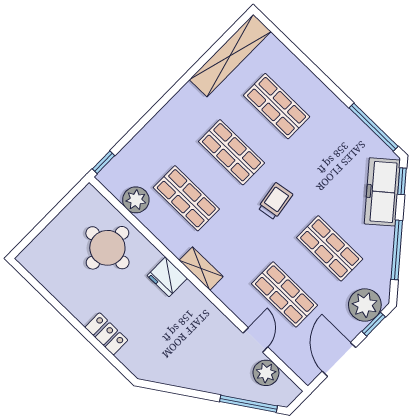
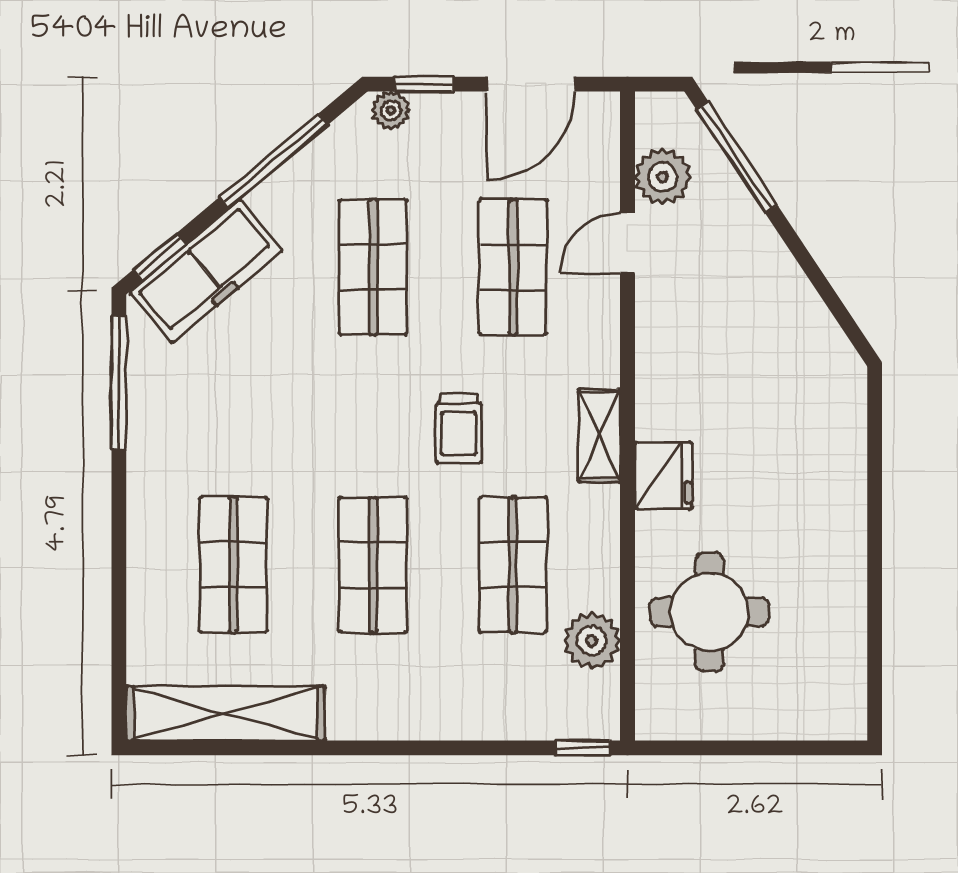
trolley: (275, 201) -> (459, 429), moved, turned -81
plant: (365, 305) -> (391, 110), width x0.53, depth x0.53
locker: (106, 334) -> (844, 483), removed

